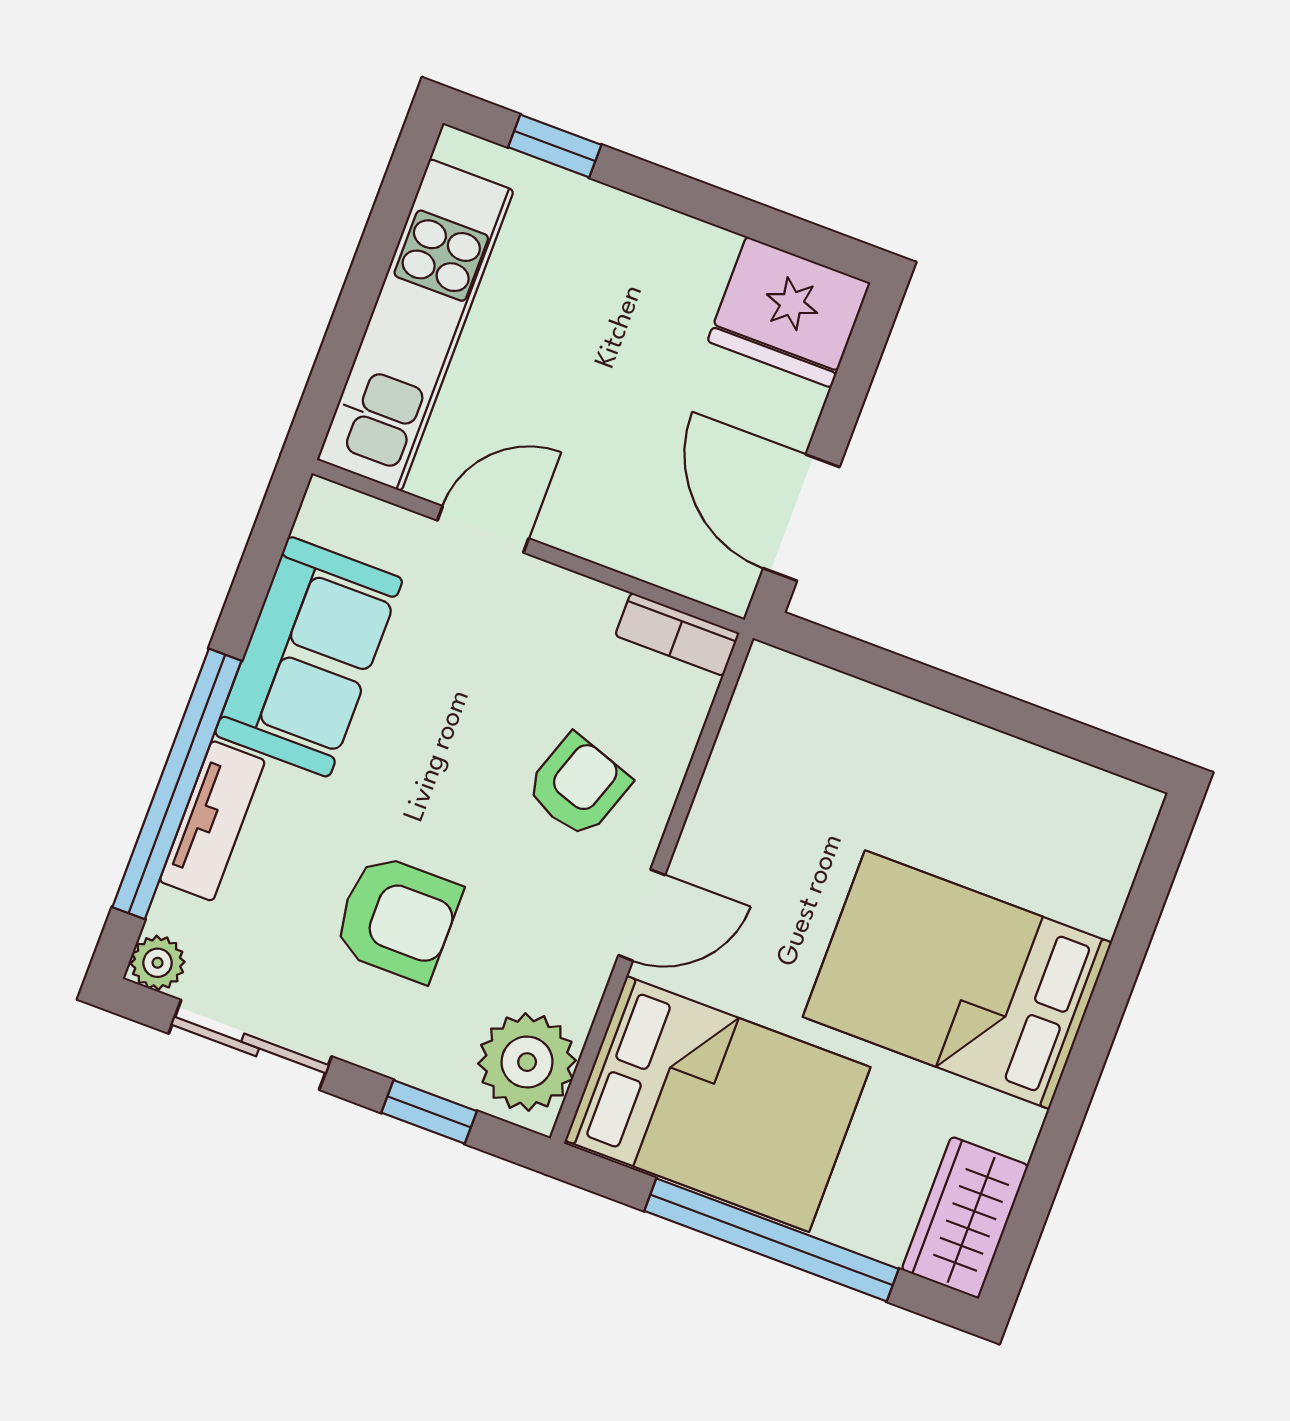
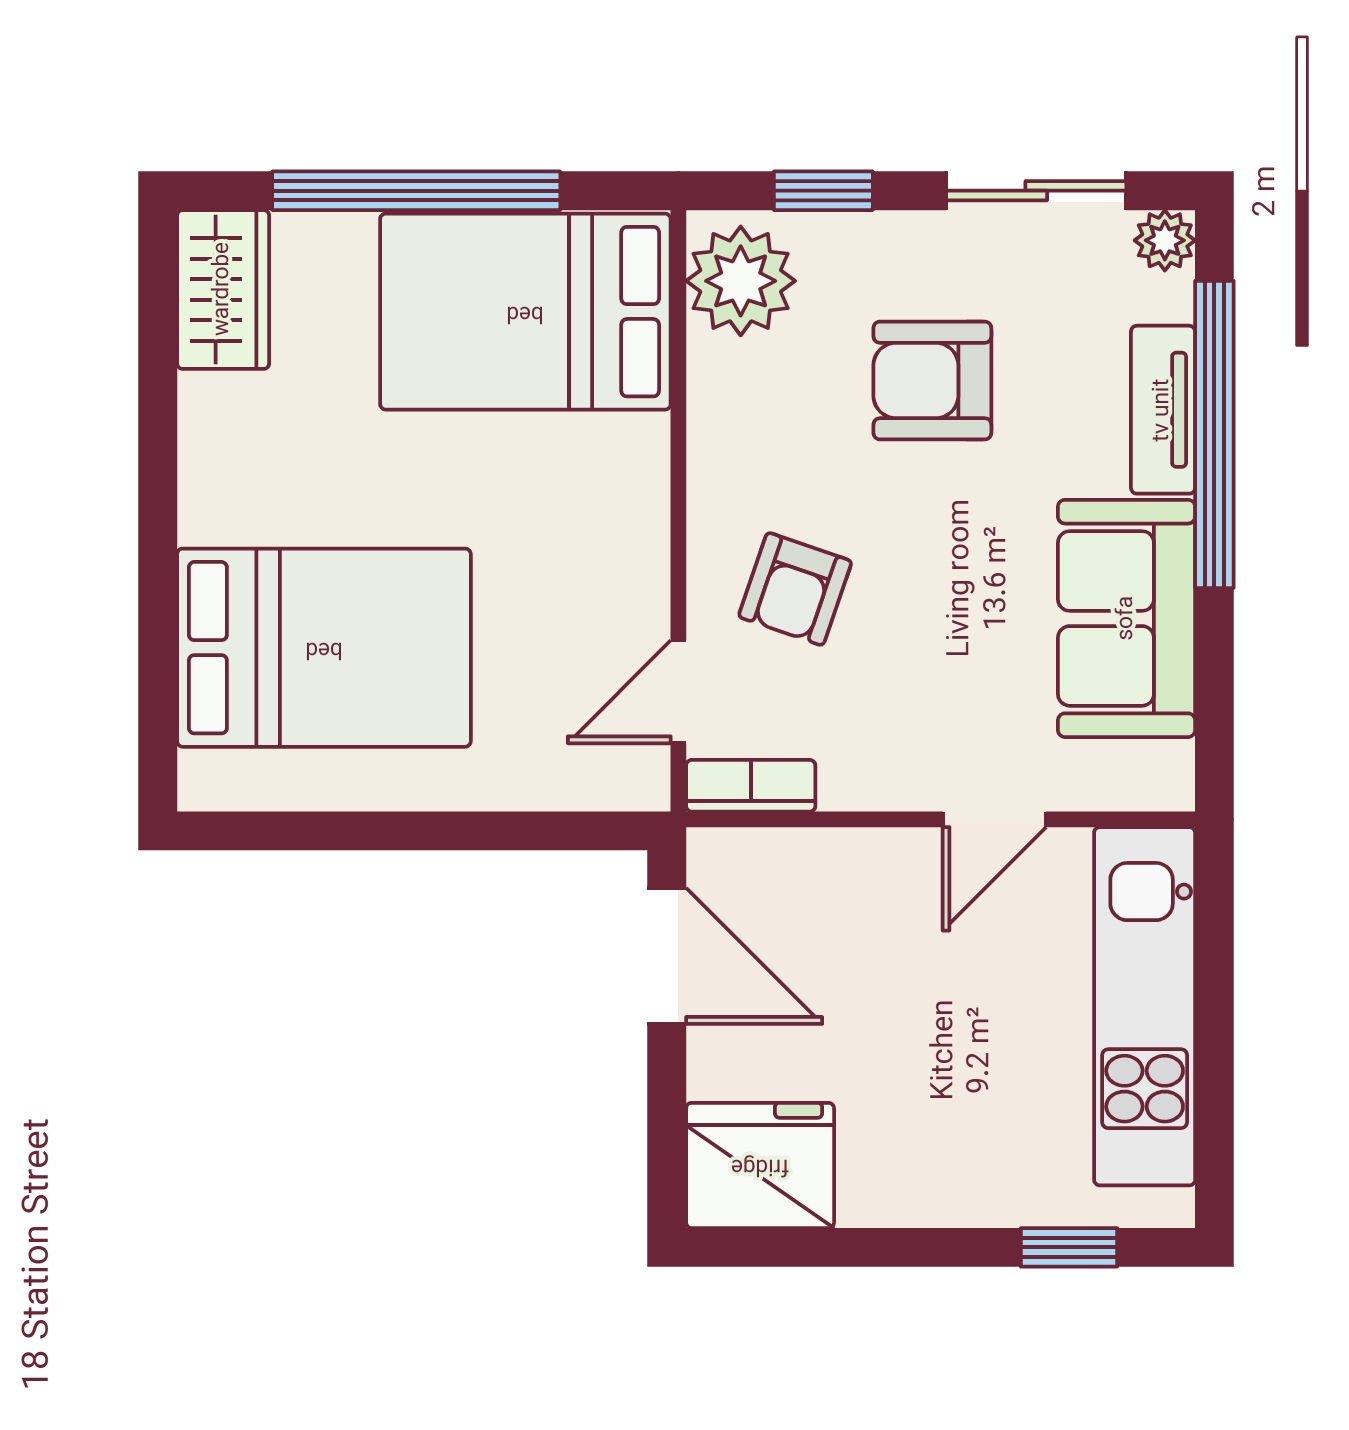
door: (642, 915) -> (678, 692), moved
bed: (957, 980) -> (324, 648), moved

